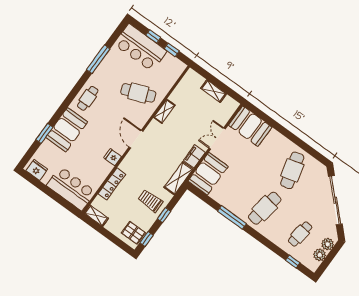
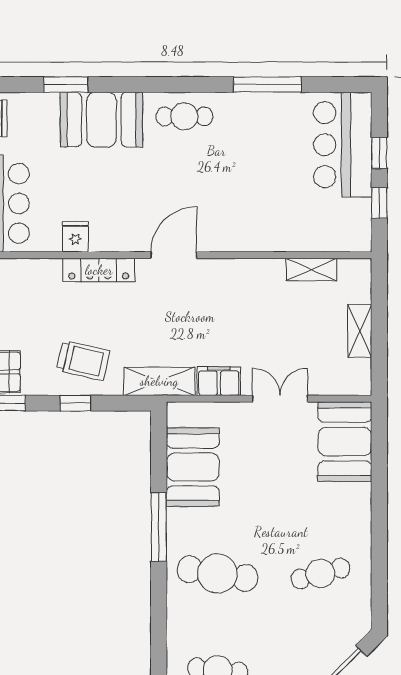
cafe table: (138, 93) -> (259, 199), removed
shelving: (164, 111) -> (311, 269), moved
fridge: (113, 157) -> (75, 237), moved
cafe table: (292, 170) -> (320, 574), width x0.73, depth x0.74
booth: (208, 174) -> (193, 467), moved, turned 90
locker: (112, 184) -> (99, 270), moved
trolley: (150, 201) -> (83, 360), turned 103

